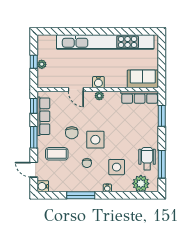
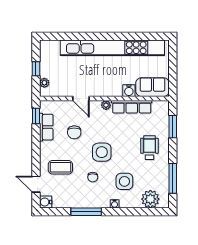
plant: (42, 64) -> (44, 83), moved
water cooler: (98, 82) -> (129, 91), moved
row of seats: (140, 97) -> (132, 107), moved
row of seats: (43, 116) -> (46, 127), width x0.68
chair: (72, 133) -> (74, 132), moved
window: (34, 137) -> (36, 149), removed
wheelchair: (147, 159) -> (149, 148), moved

